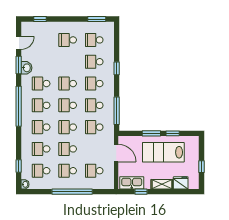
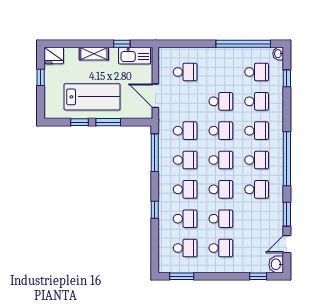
washbasin: (27, 68) -> (276, 264), moved
school desk: (68, 171) -> (221, 219), moved
fridge: (181, 183) -> (54, 56), moved
window: (72, 192) -> (243, 44), moved

